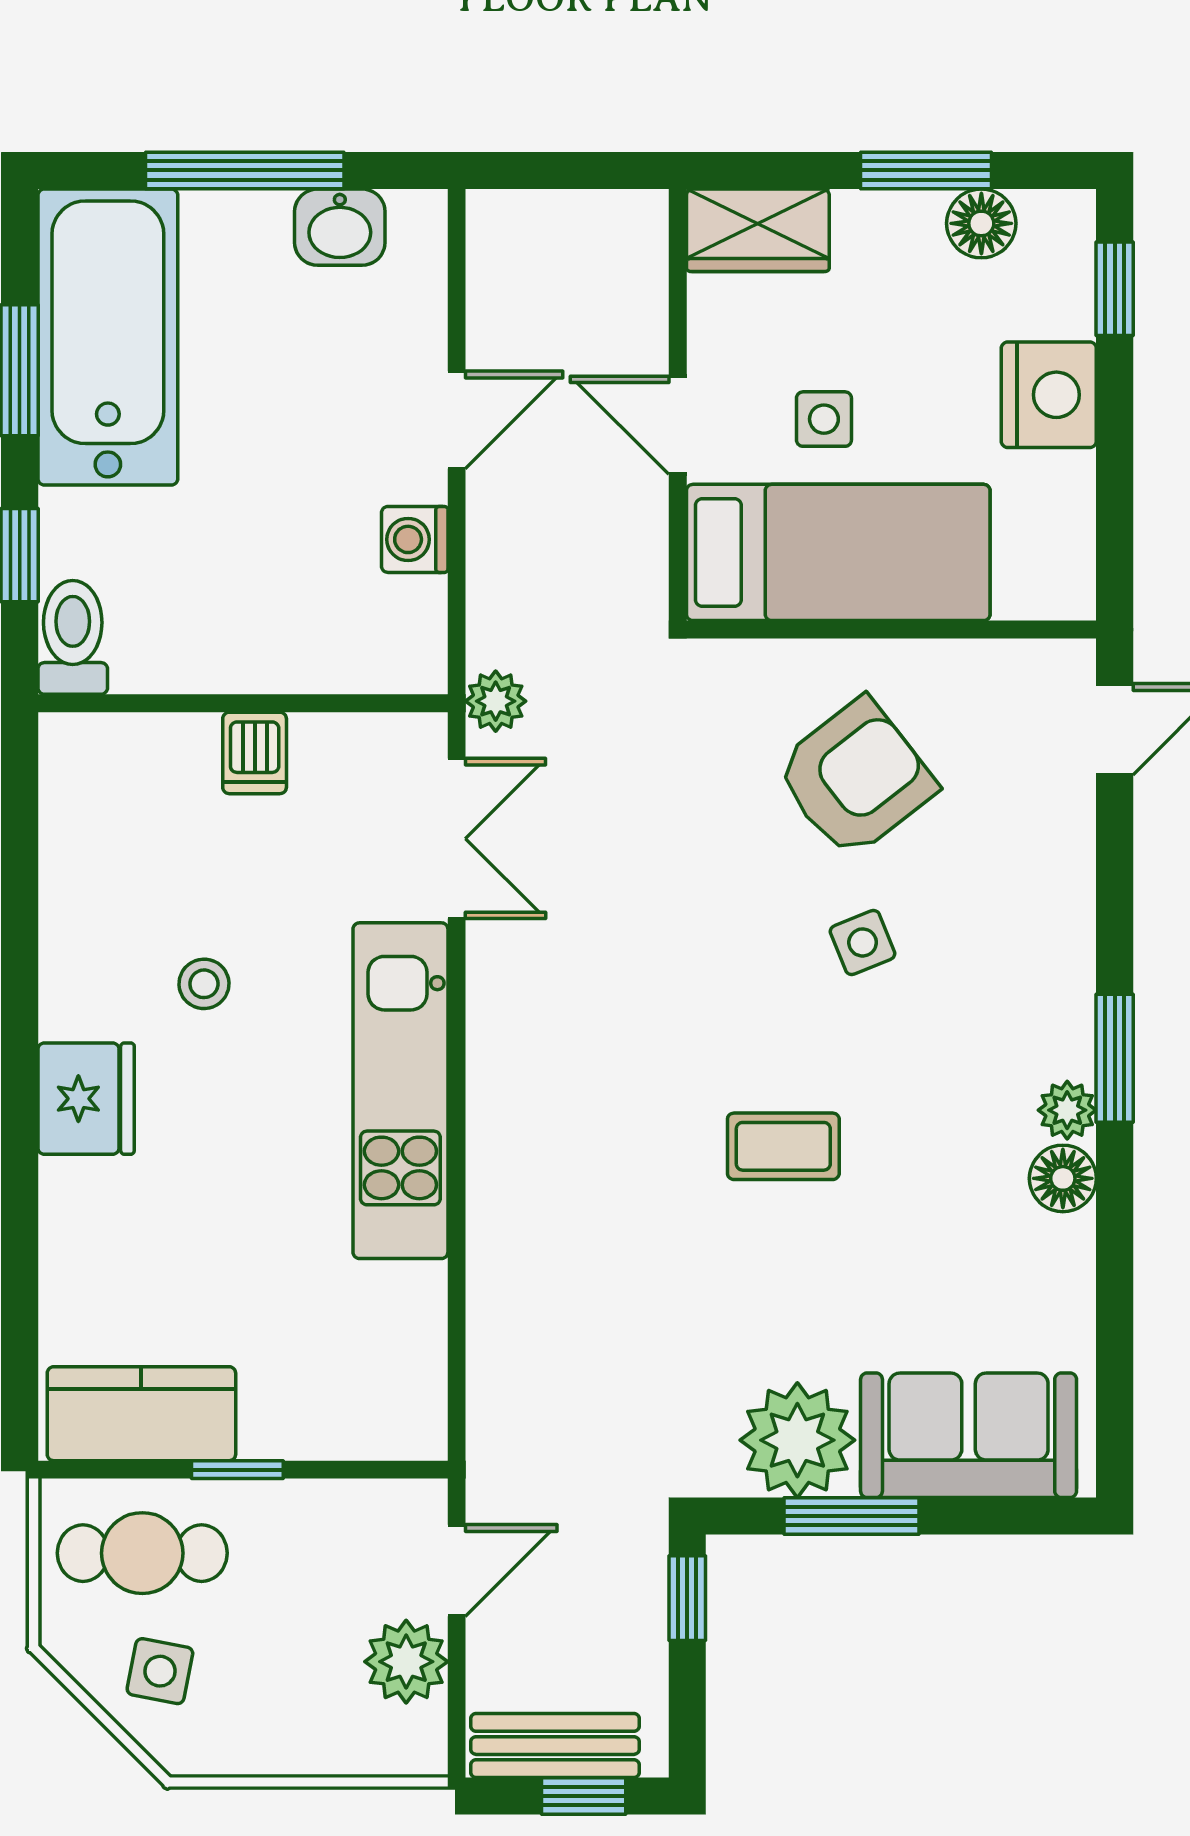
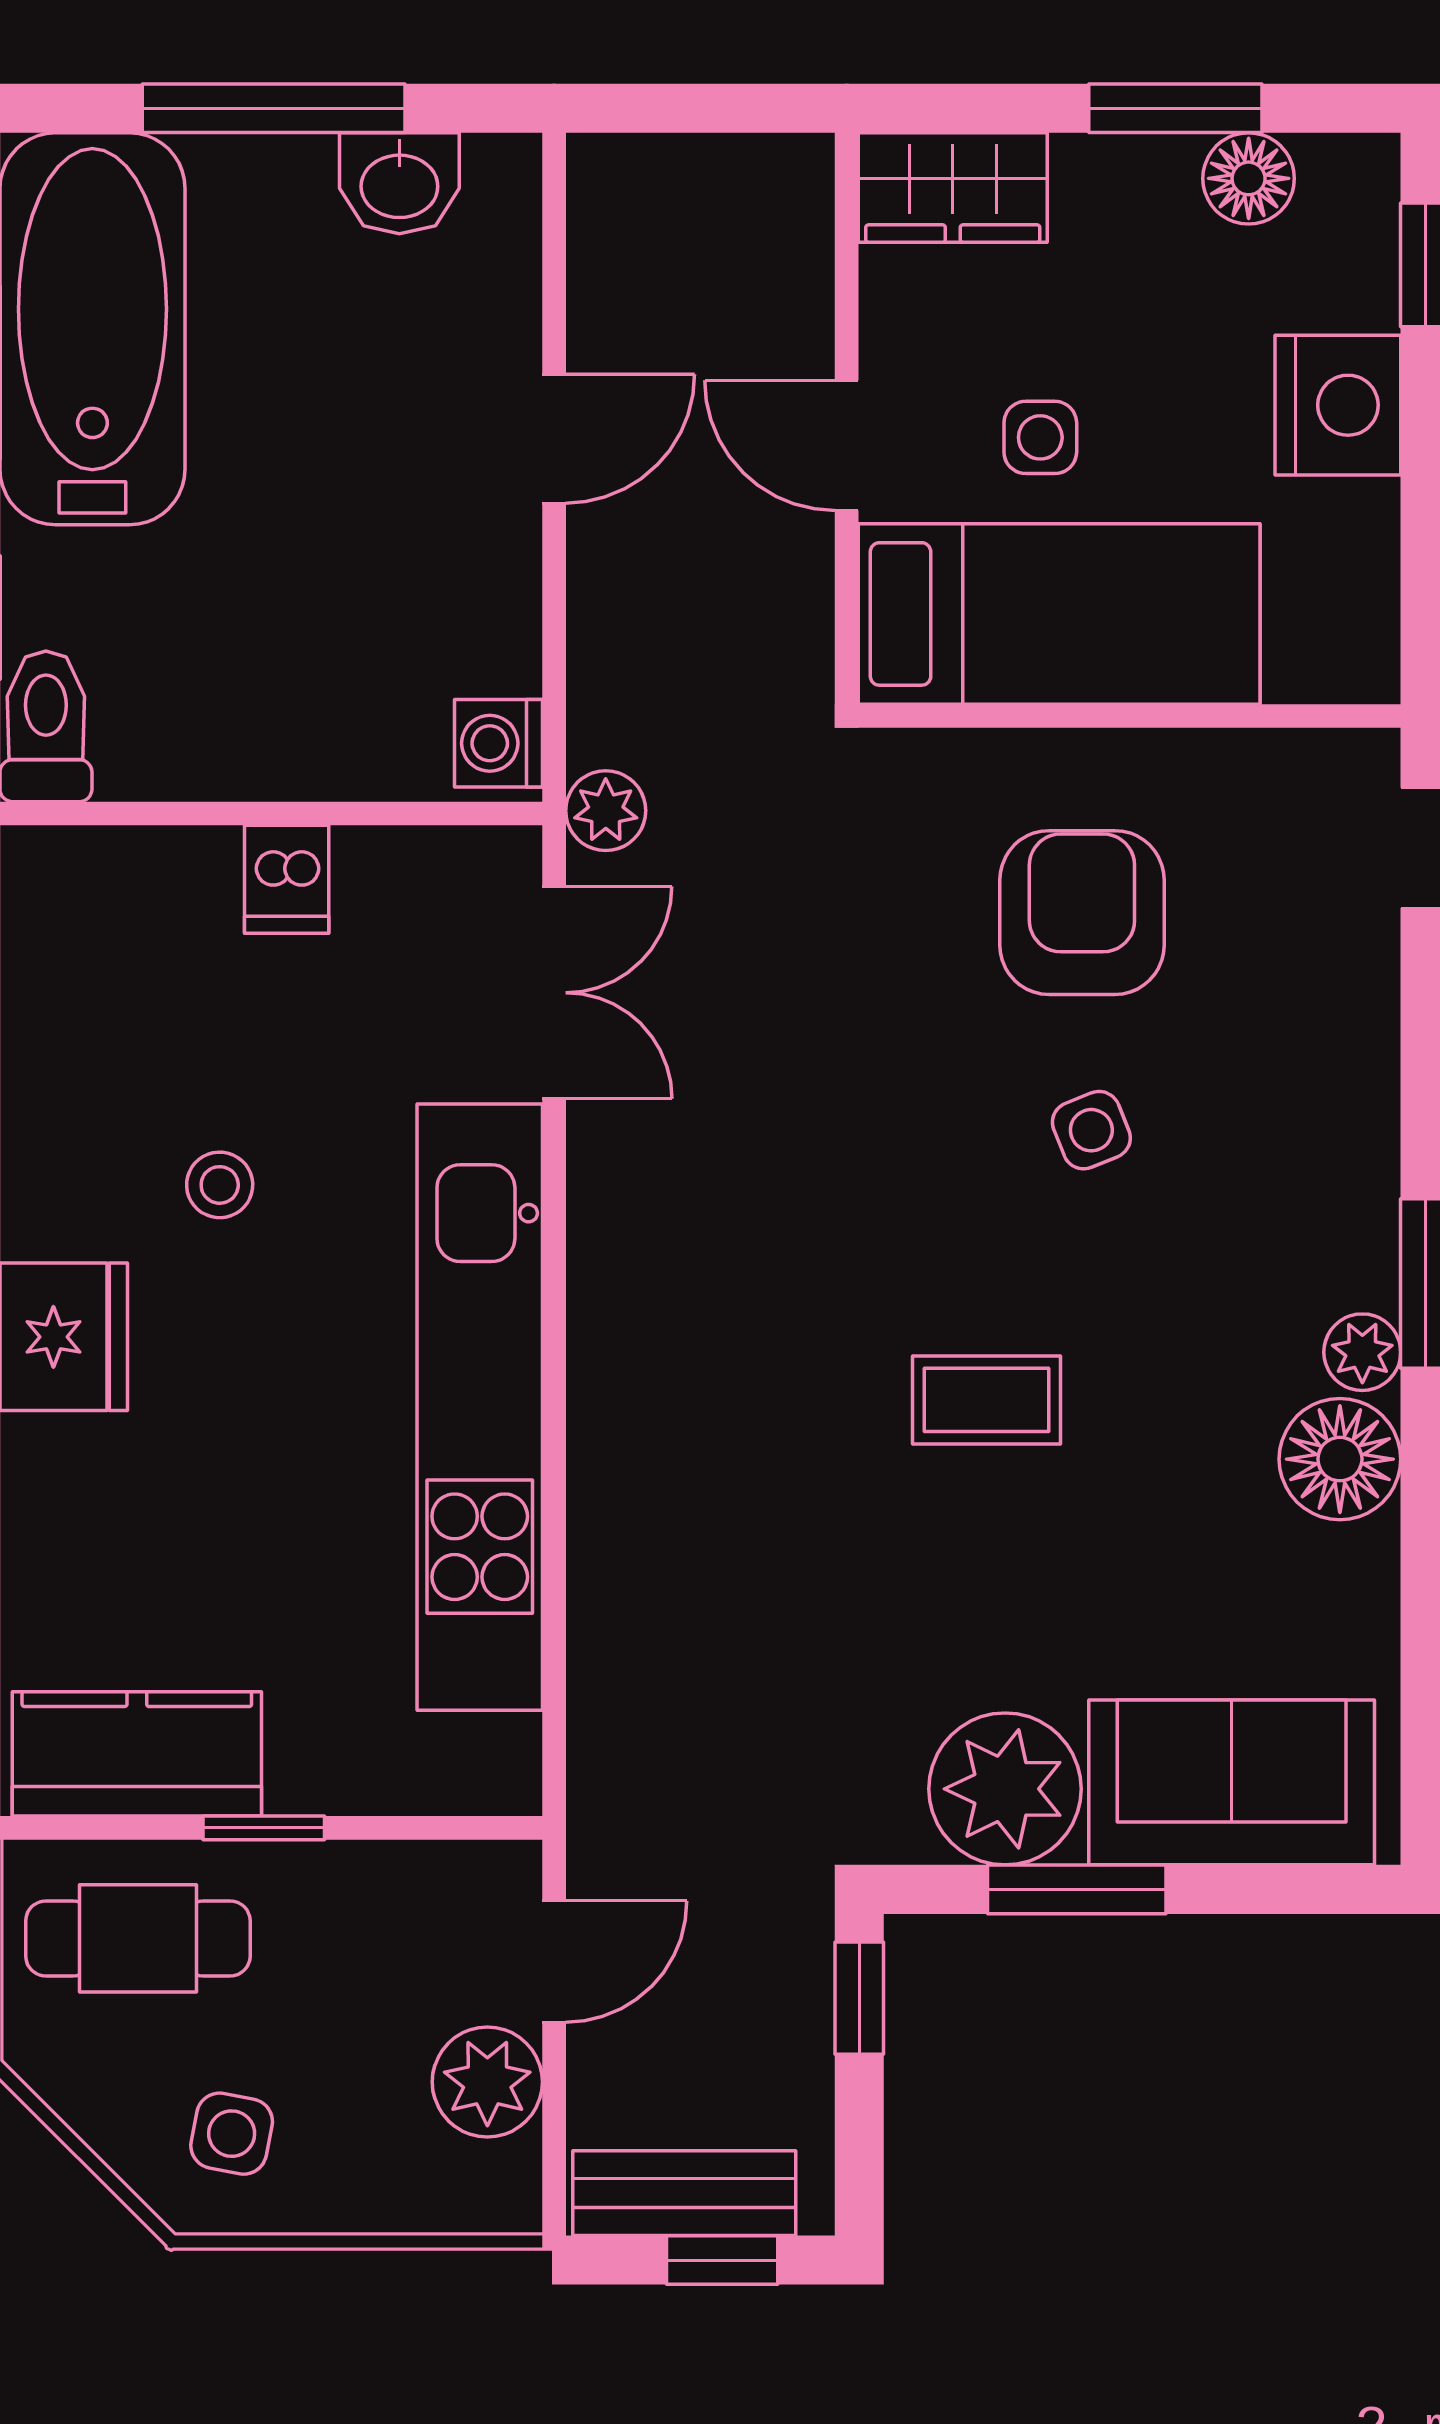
washing machine: (415, 539) -> (499, 743), moved
armchair: (855, 778) -> (1082, 913), turned -52
kitchen unit: (400, 1091) -> (480, 1407), width x1.36
floor lamp: (1063, 1178) -> (1340, 1459), width x1.38, depth x1.38
side table: (160, 1671) -> (232, 2134), moved

